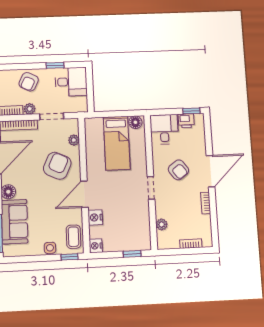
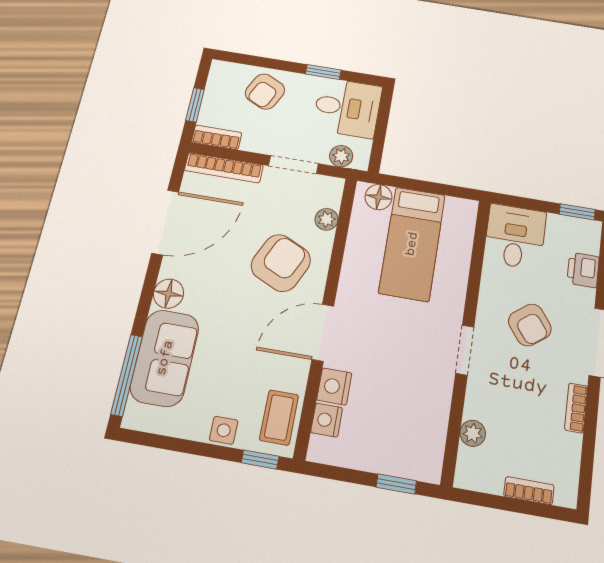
plant: (30, 109) -> (341, 156), moved
printer: (186, 121) -> (583, 270), moved, turned 90
floor lamp: (135, 122) -> (379, 197), moved
nightstand: (96, 246) -> (327, 420), moved

